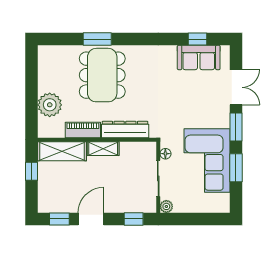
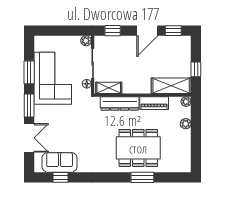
dining table: (102, 75) -> (138, 148), turned 90
double door: (236, 87) -> (29, 138), swing flipped
plant: (50, 105) -> (186, 124), width x0.53, depth x0.53
plant: (44, 132) -> (186, 102), added
shelving: (103, 149) -> (109, 88), moved

